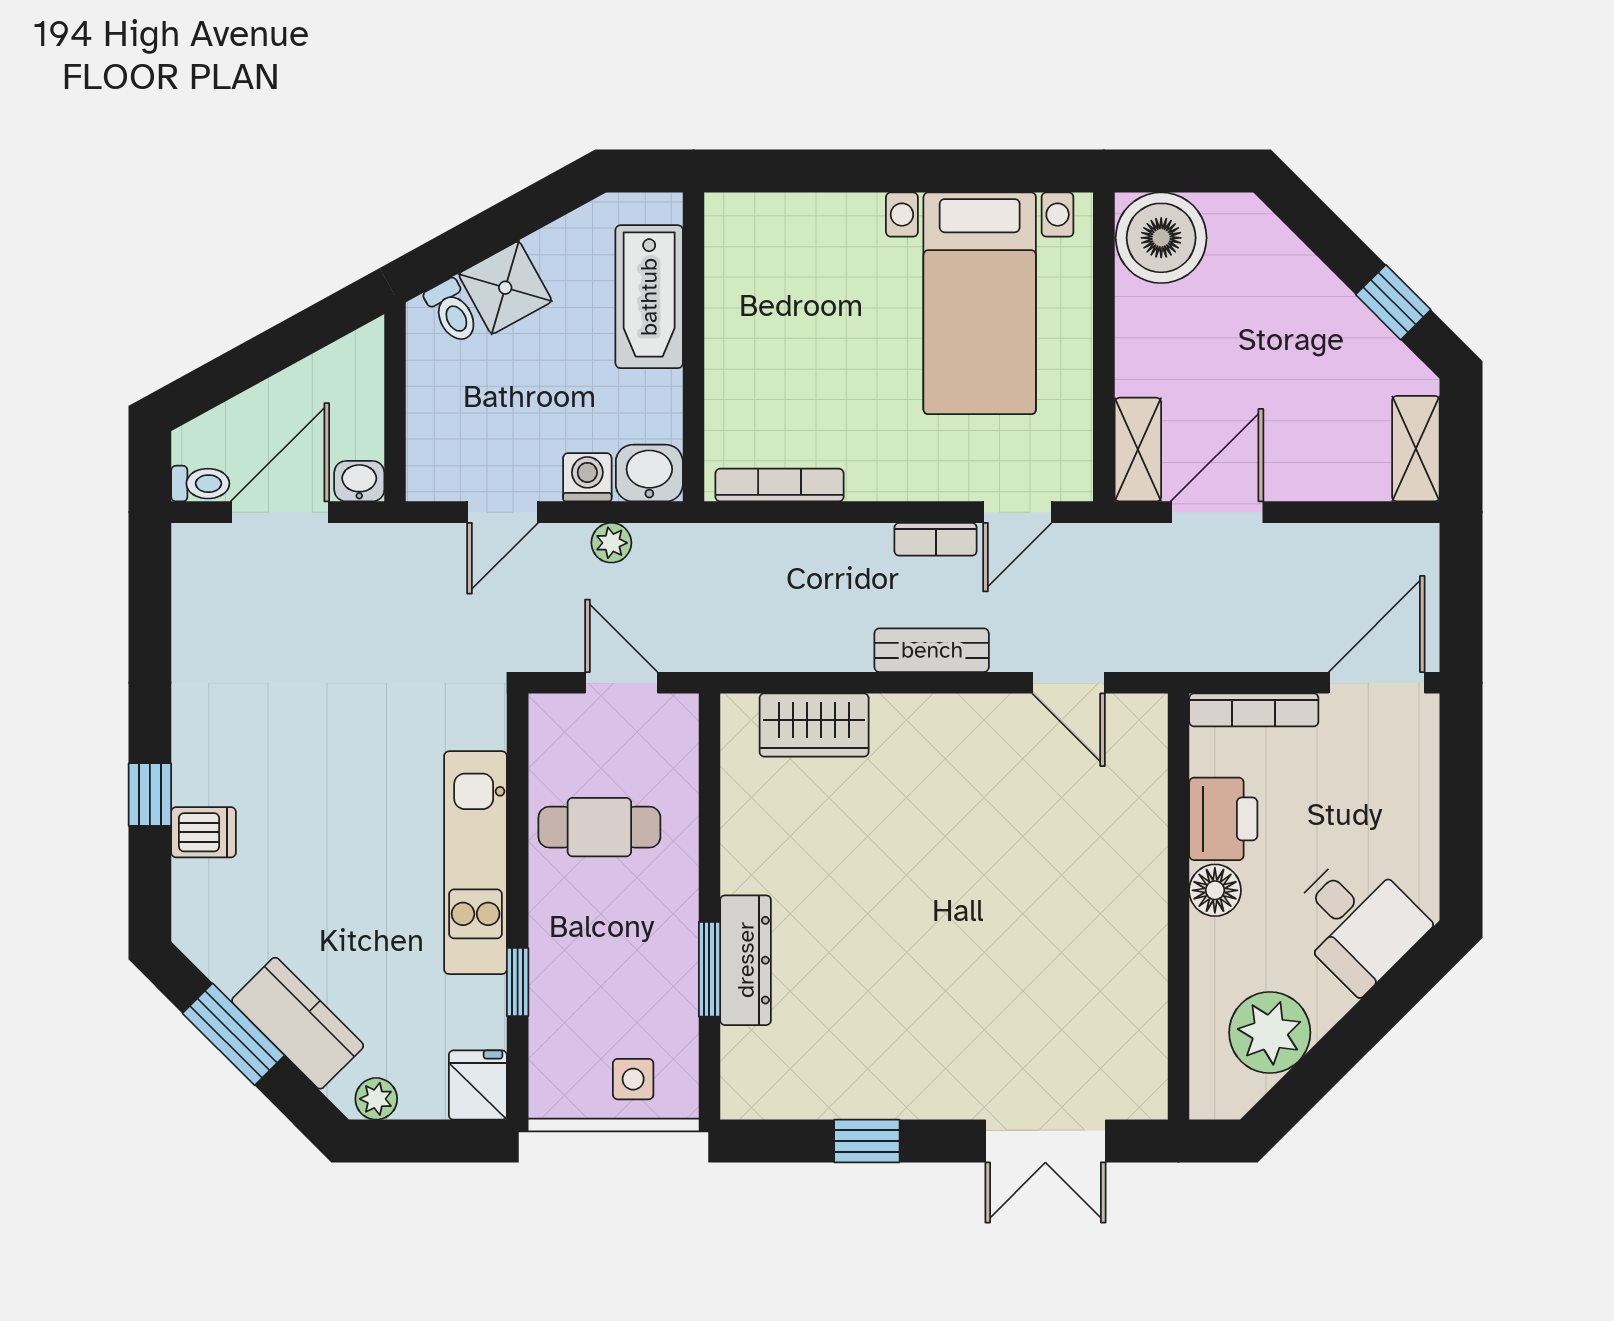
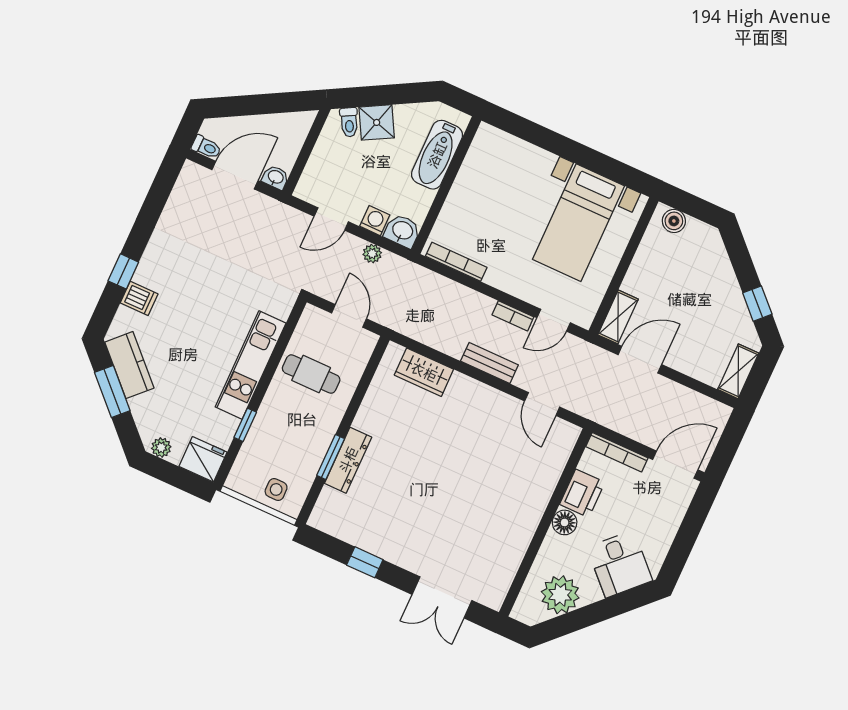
boiler: (1161, 238) -> (674, 221), width x0.54, depth x0.54
kitchen counter: (298, 1023) -> (129, 365), moved
fridge: (478, 1085) -> (203, 459), width x1.38

